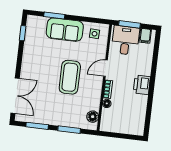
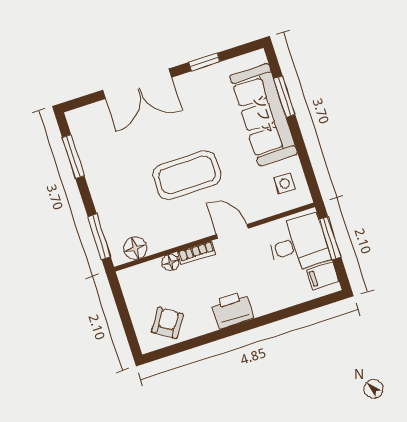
sofa: (65, 30) -> (264, 115), width x1.36
window: (23, 33) -> (204, 62), moved
double door: (15, 96) -> (137, 84), moved
armchair: (134, 118) -> (167, 323), added
window: (69, 130) -> (99, 237), moved

